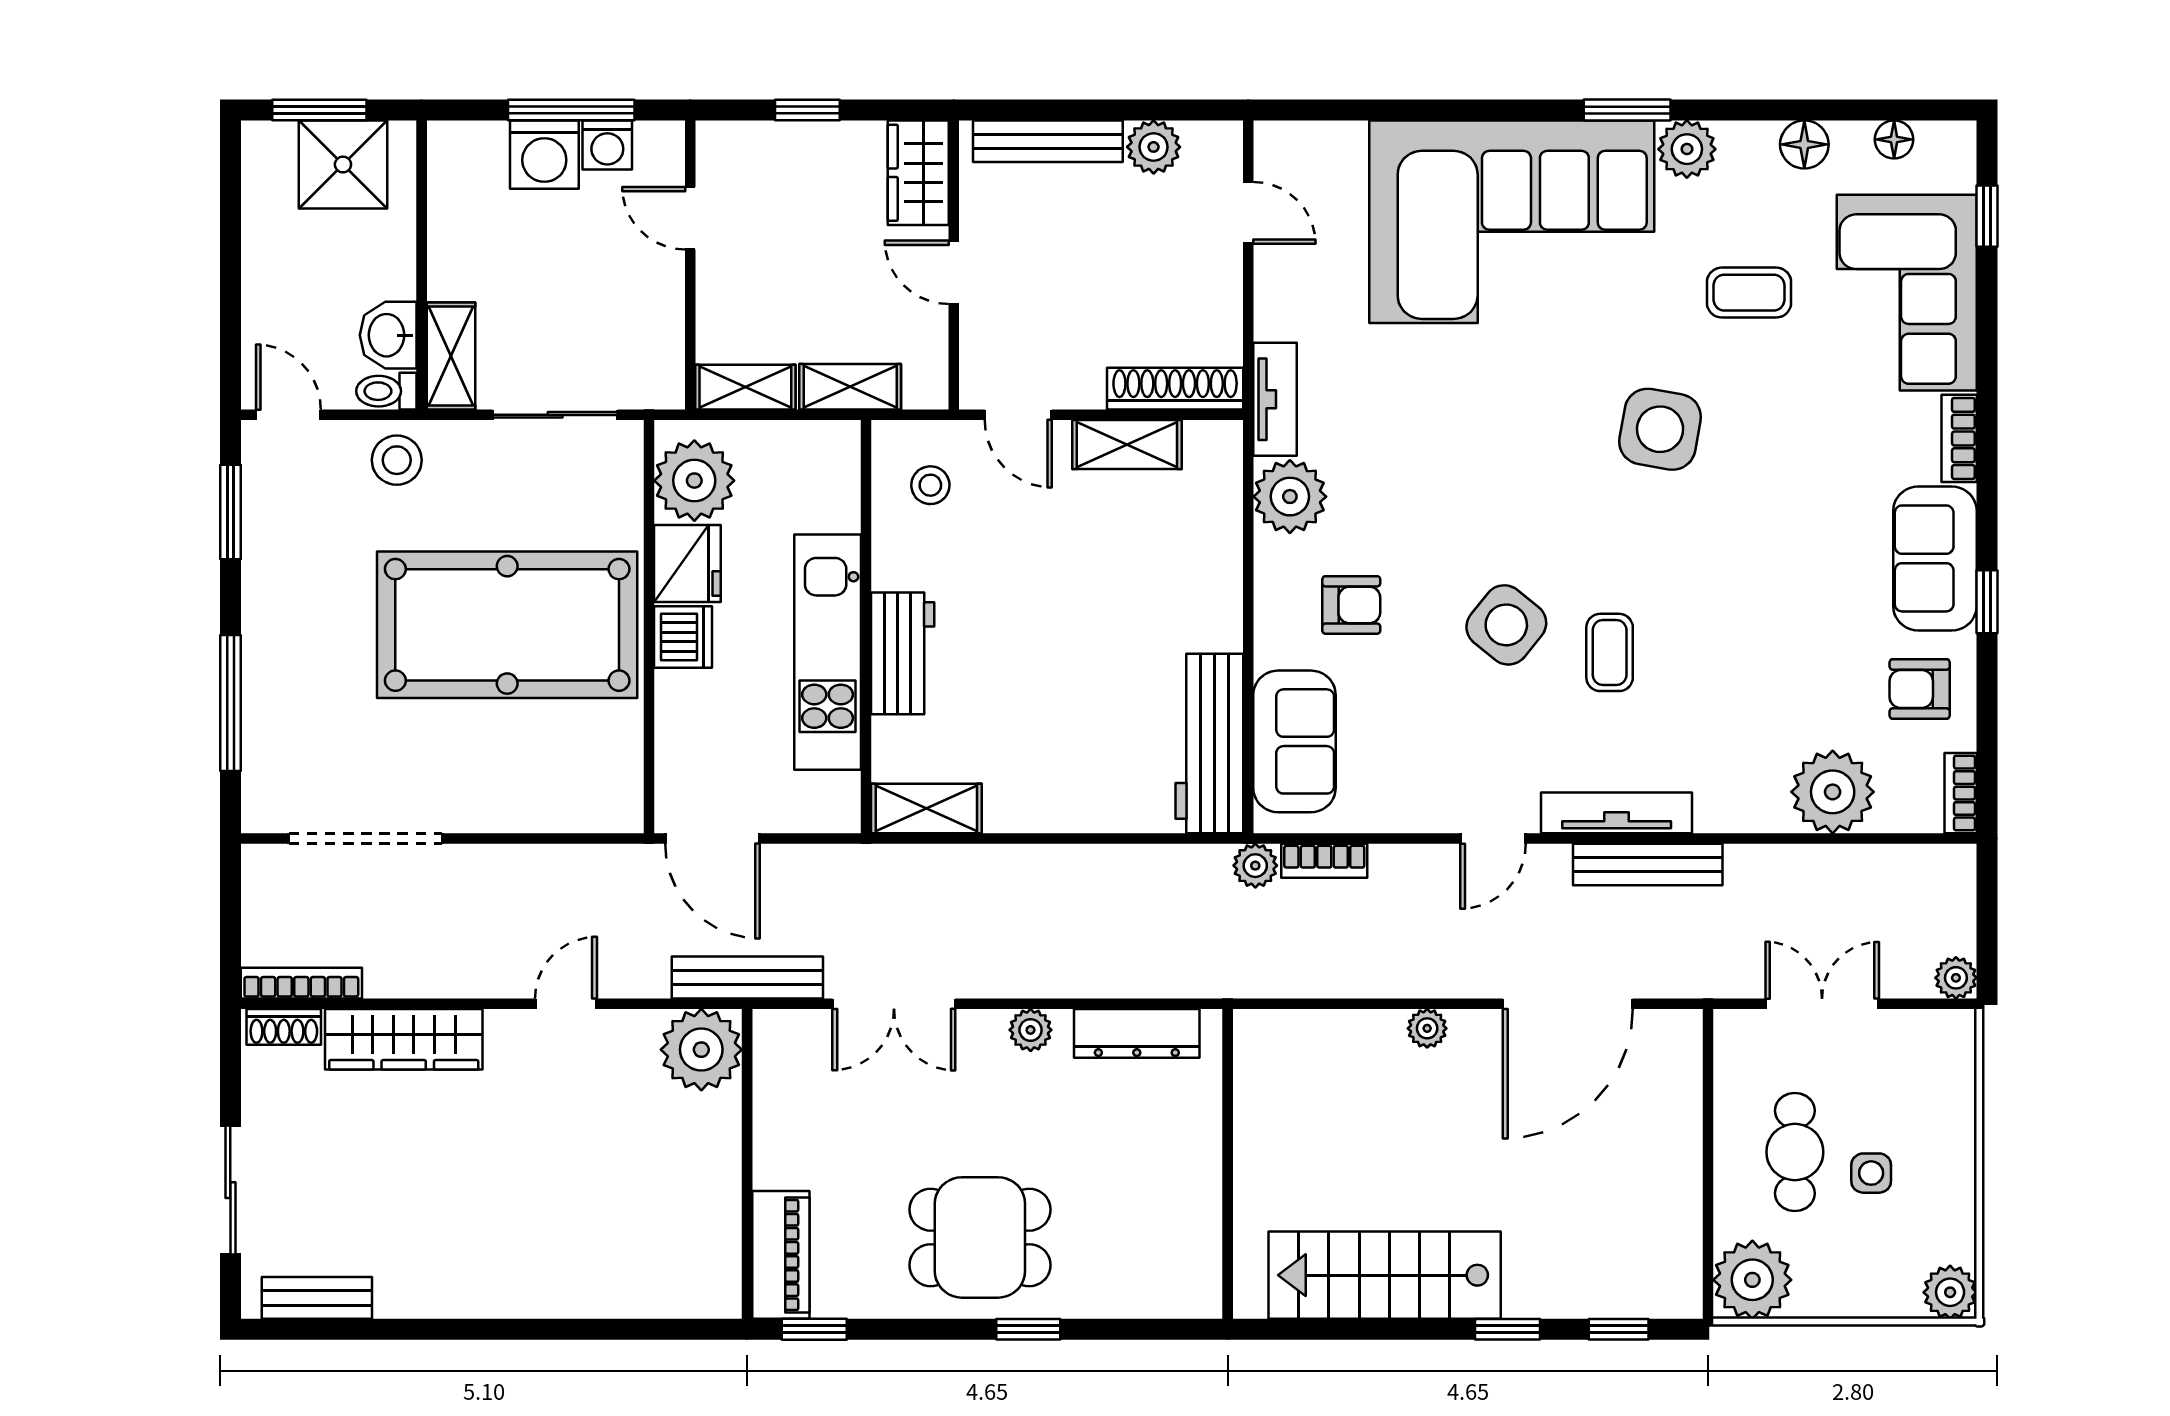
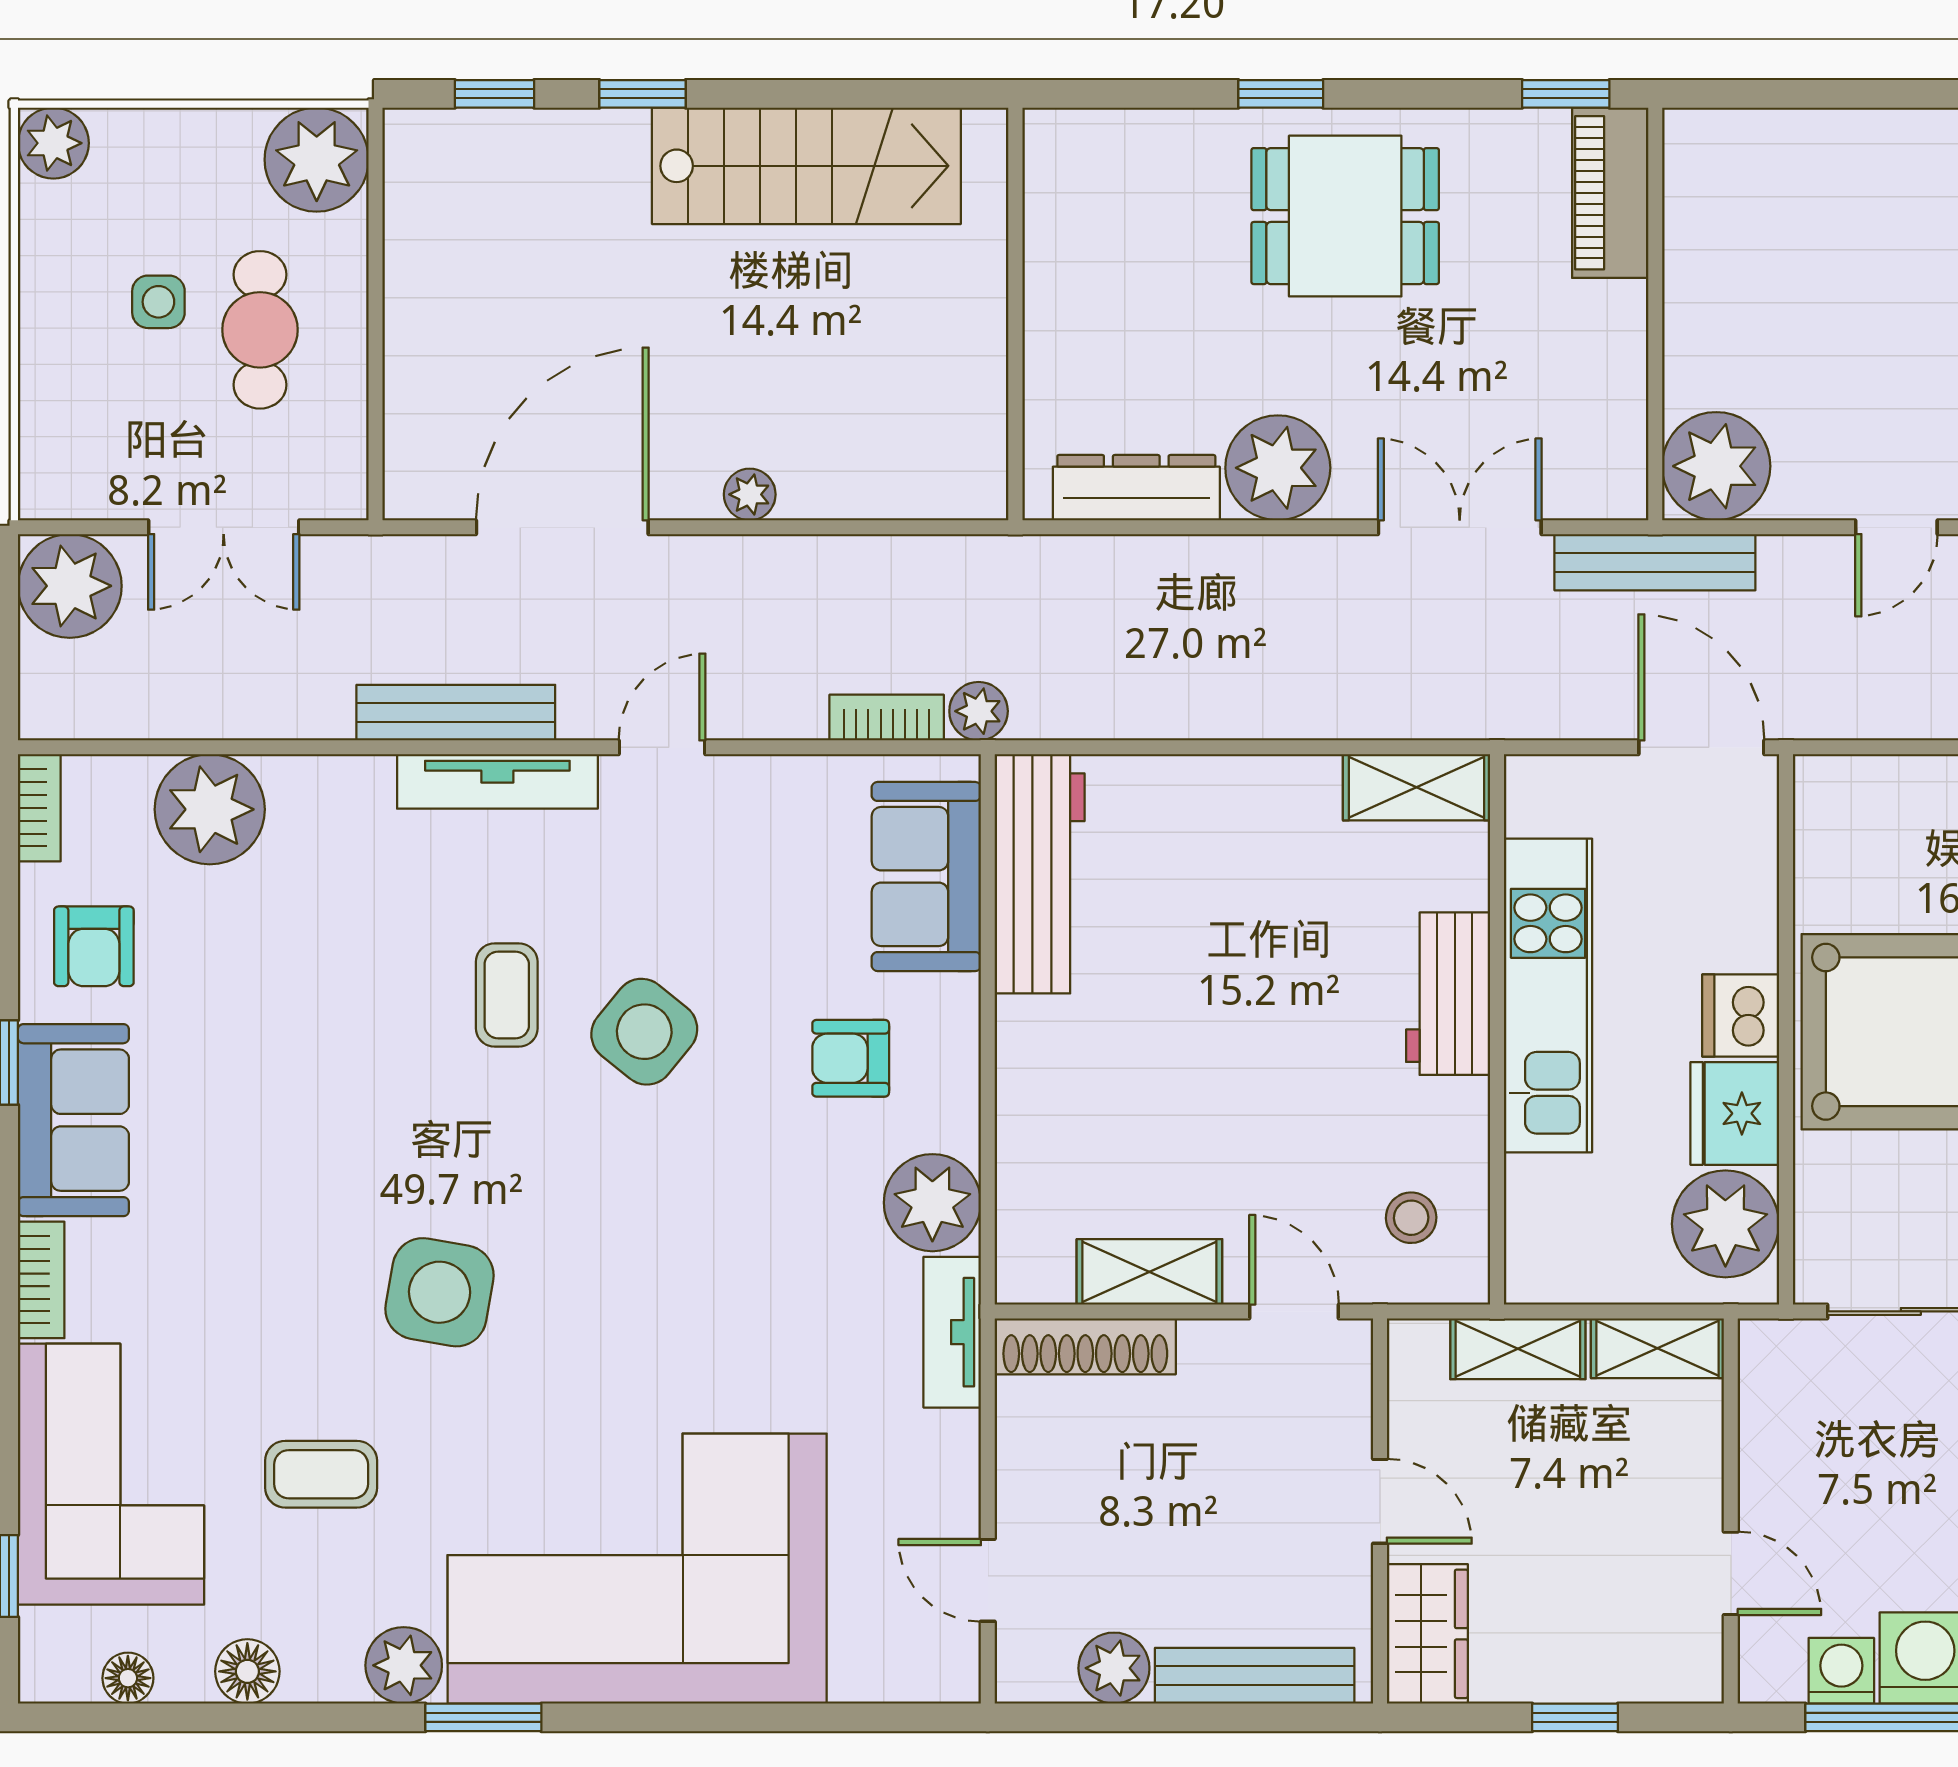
armchair: (1920, 689) -> (94, 946), turned 90
plant: (1956, 978) -> (70, 586), width x1.88, depth x1.88
plant: (1031, 1030) -> (1278, 468), width x1.88, depth x1.88

